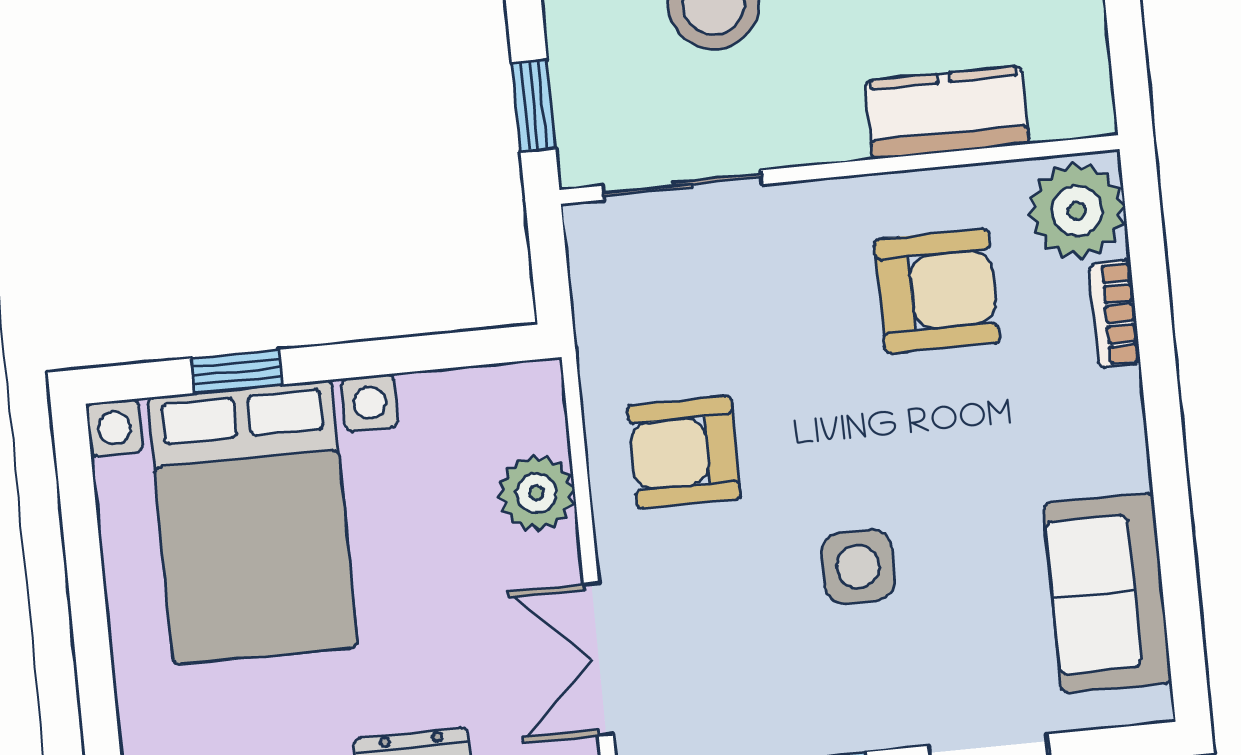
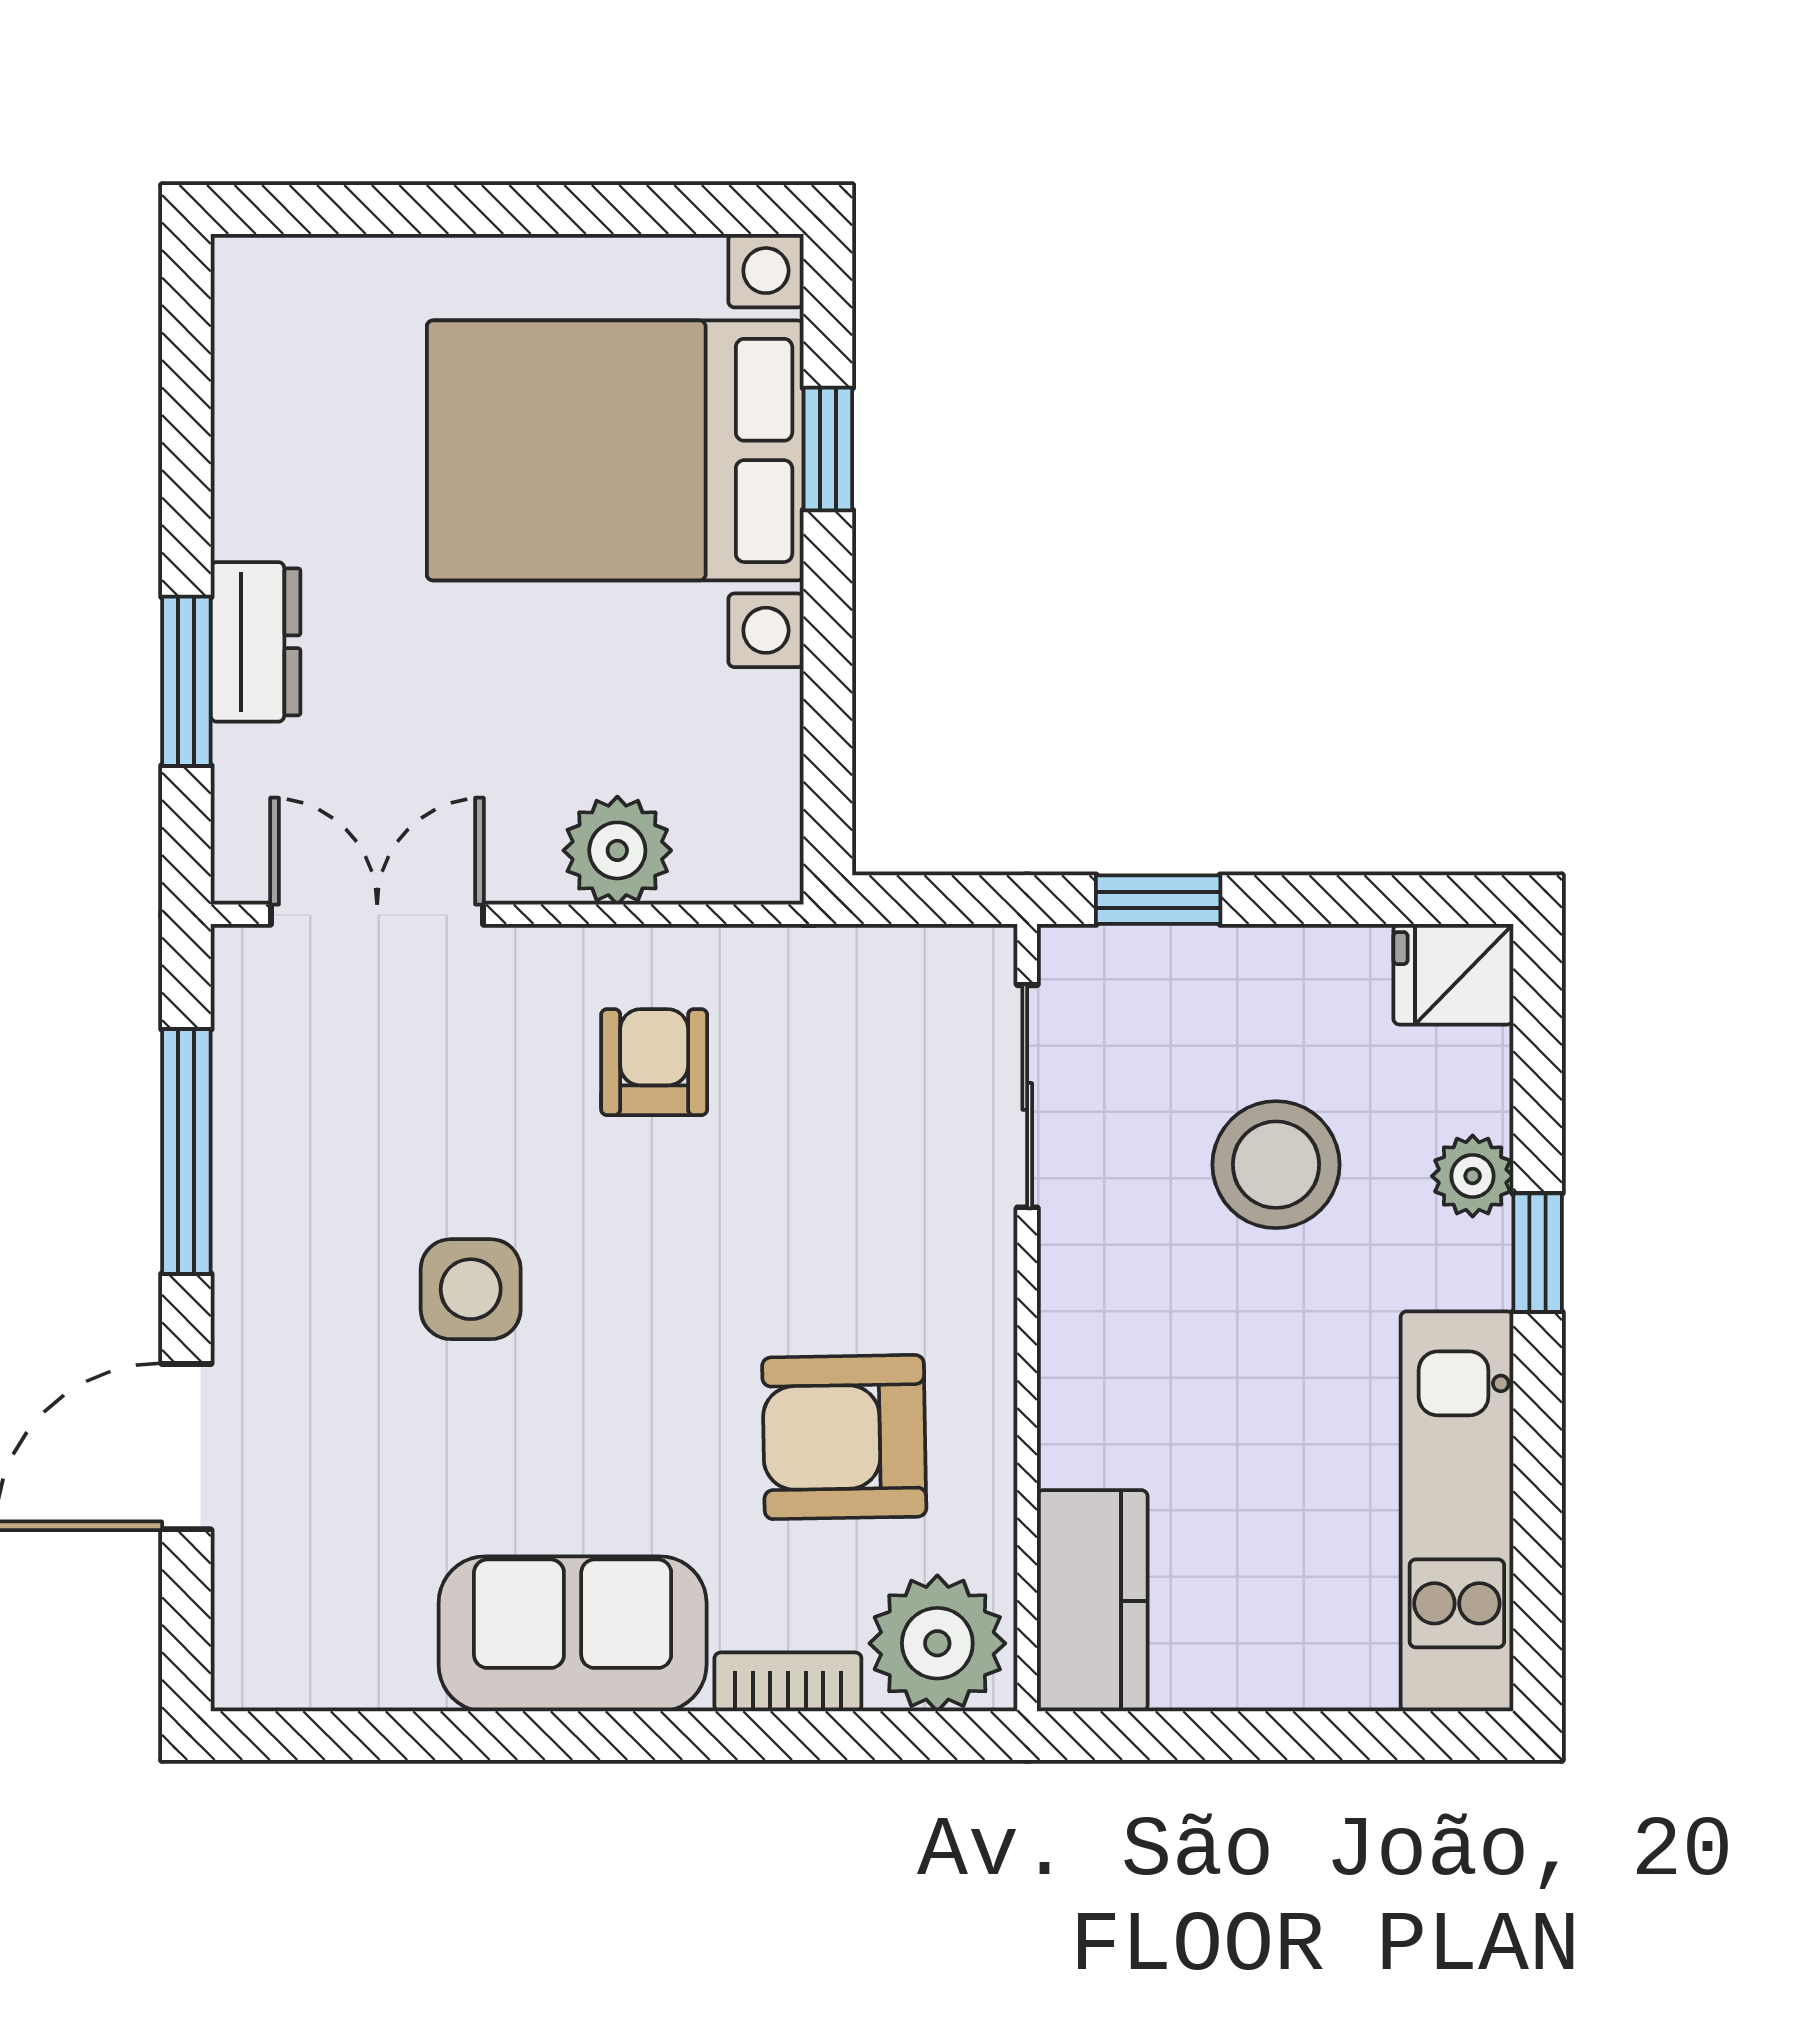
kitchen counter: (947, 112) -> (1092, 1601), moved
armchair: (937, 291) -> (844, 1437), turned 89
armchair: (684, 452) -> (654, 1062), width x0.72, depth x0.72
sofa: (1108, 593) -> (573, 1634), moved

